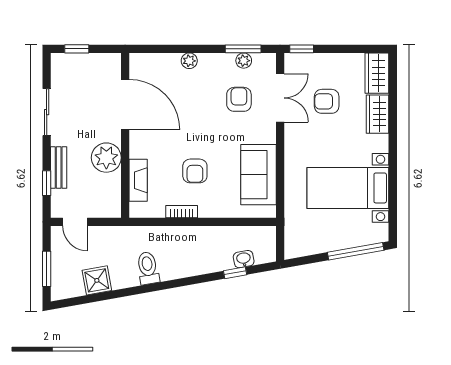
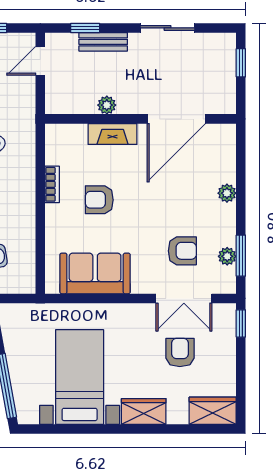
wardrobe: (378, 114) -> (144, 411), moved
plant: (106, 158) -> (107, 105), width x0.53, depth x0.53
fireplace: (138, 180) -> (113, 134), moved

